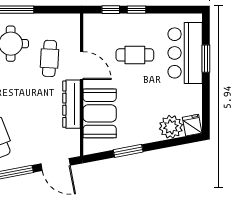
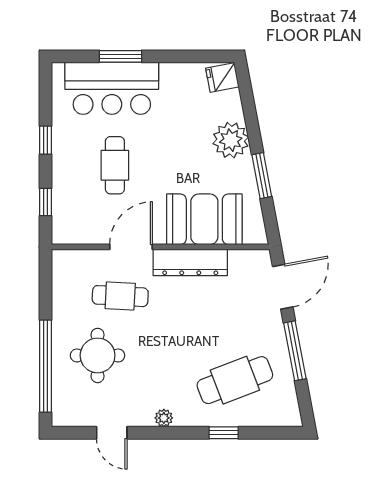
window: (137, 10) -> (45, 140), moved
plant: (171, 127) -> (231, 140), moved

